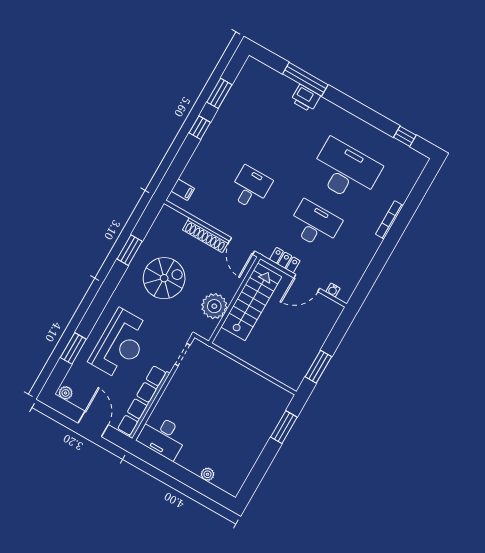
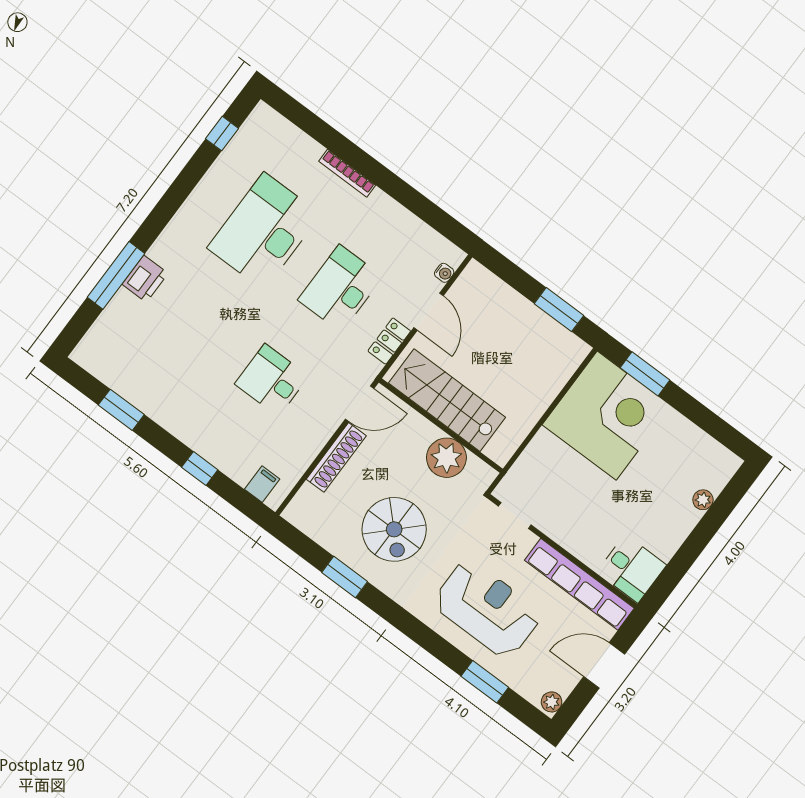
window: (200, 128) -> (200, 469), moved
spiral stairs: (164, 278) -> (394, 529), turned 180
corner desk: (254, 406) -> (607, 416), added
desk: (163, 437) -> (631, 569), width x0.73

